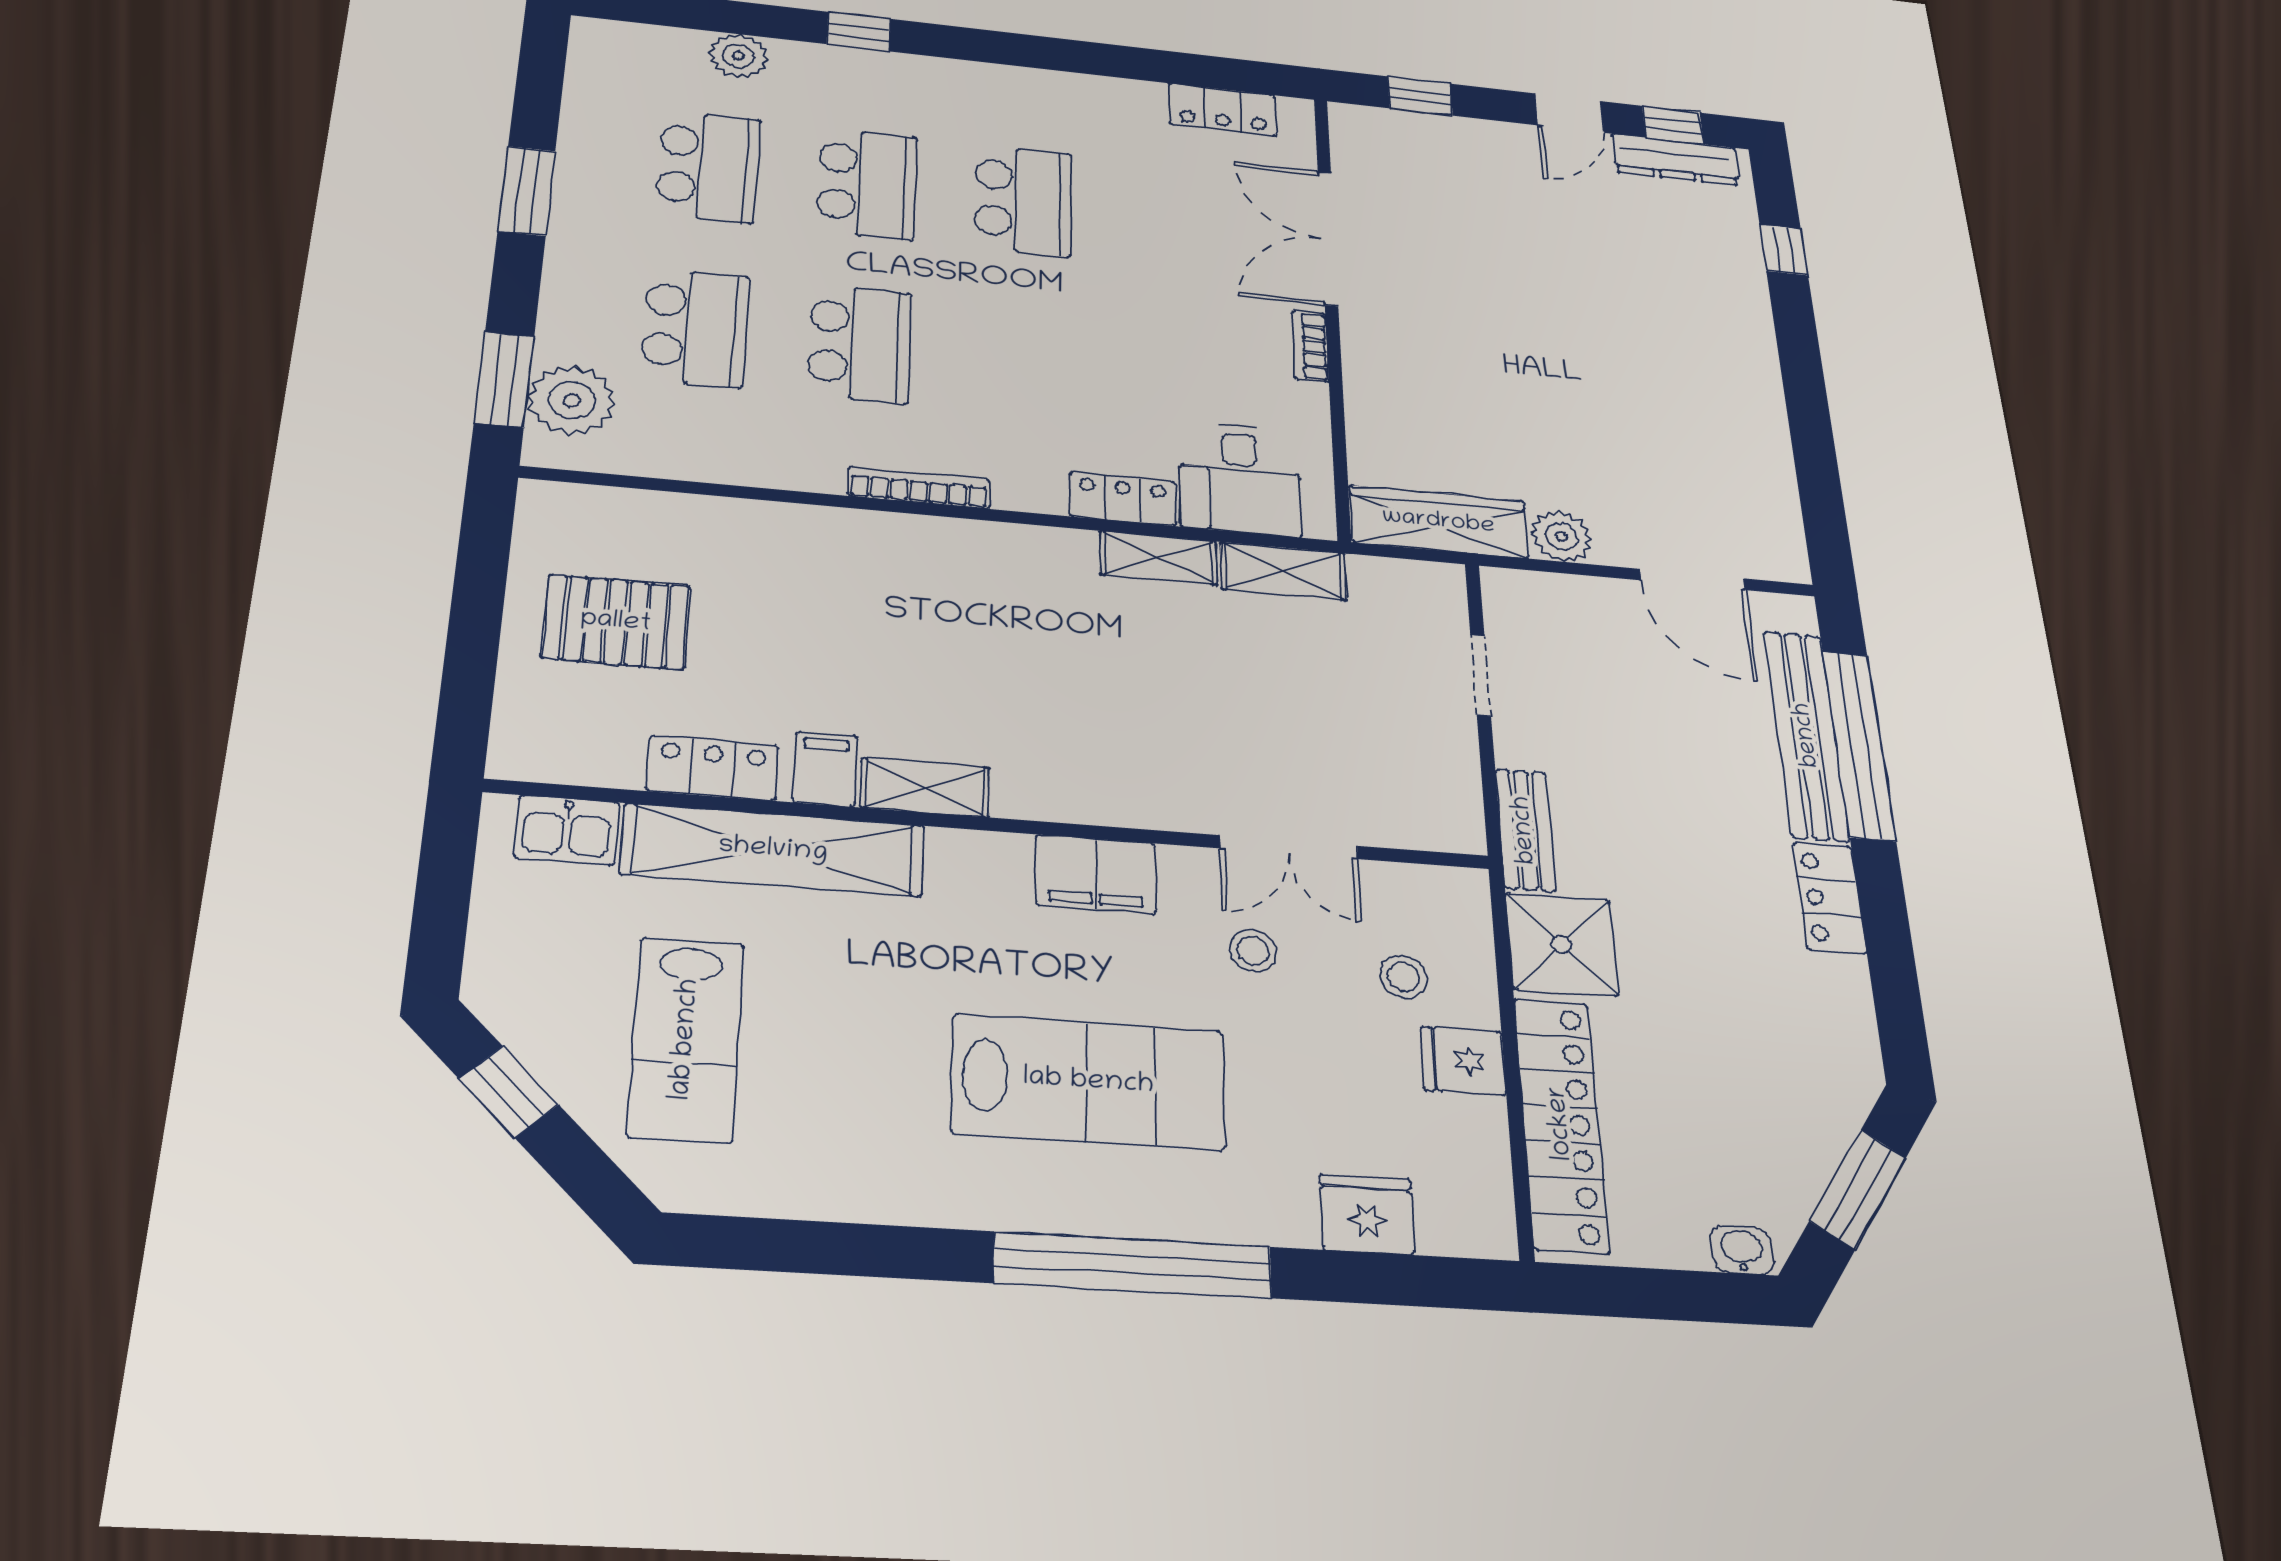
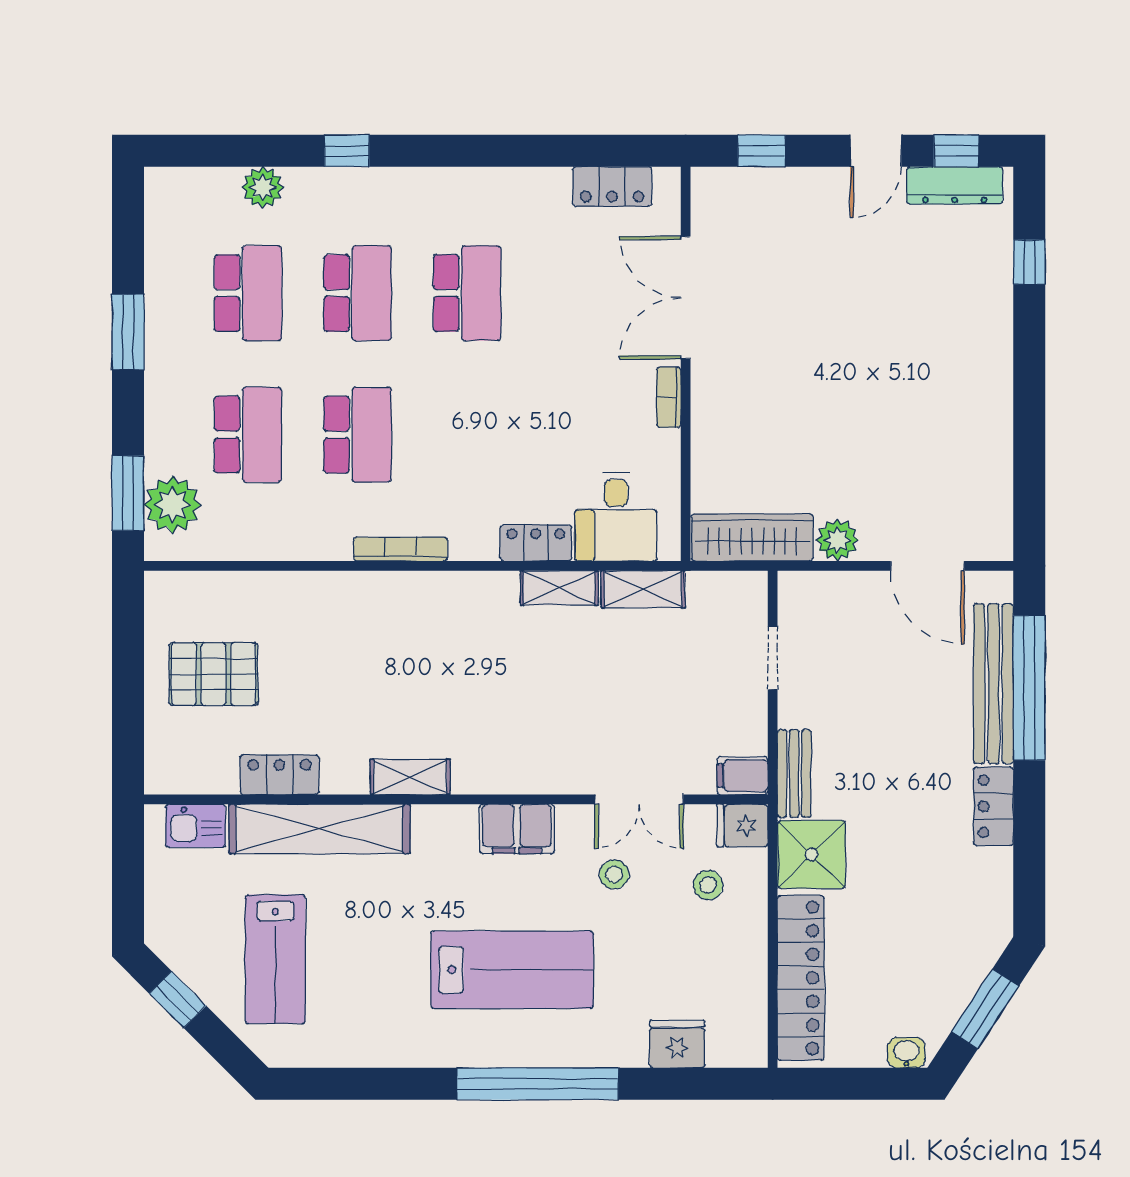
filing cabinet: (825, 769) -> (743, 776), moved, turned -90
fridge: (1463, 1061) -> (742, 826), moved

